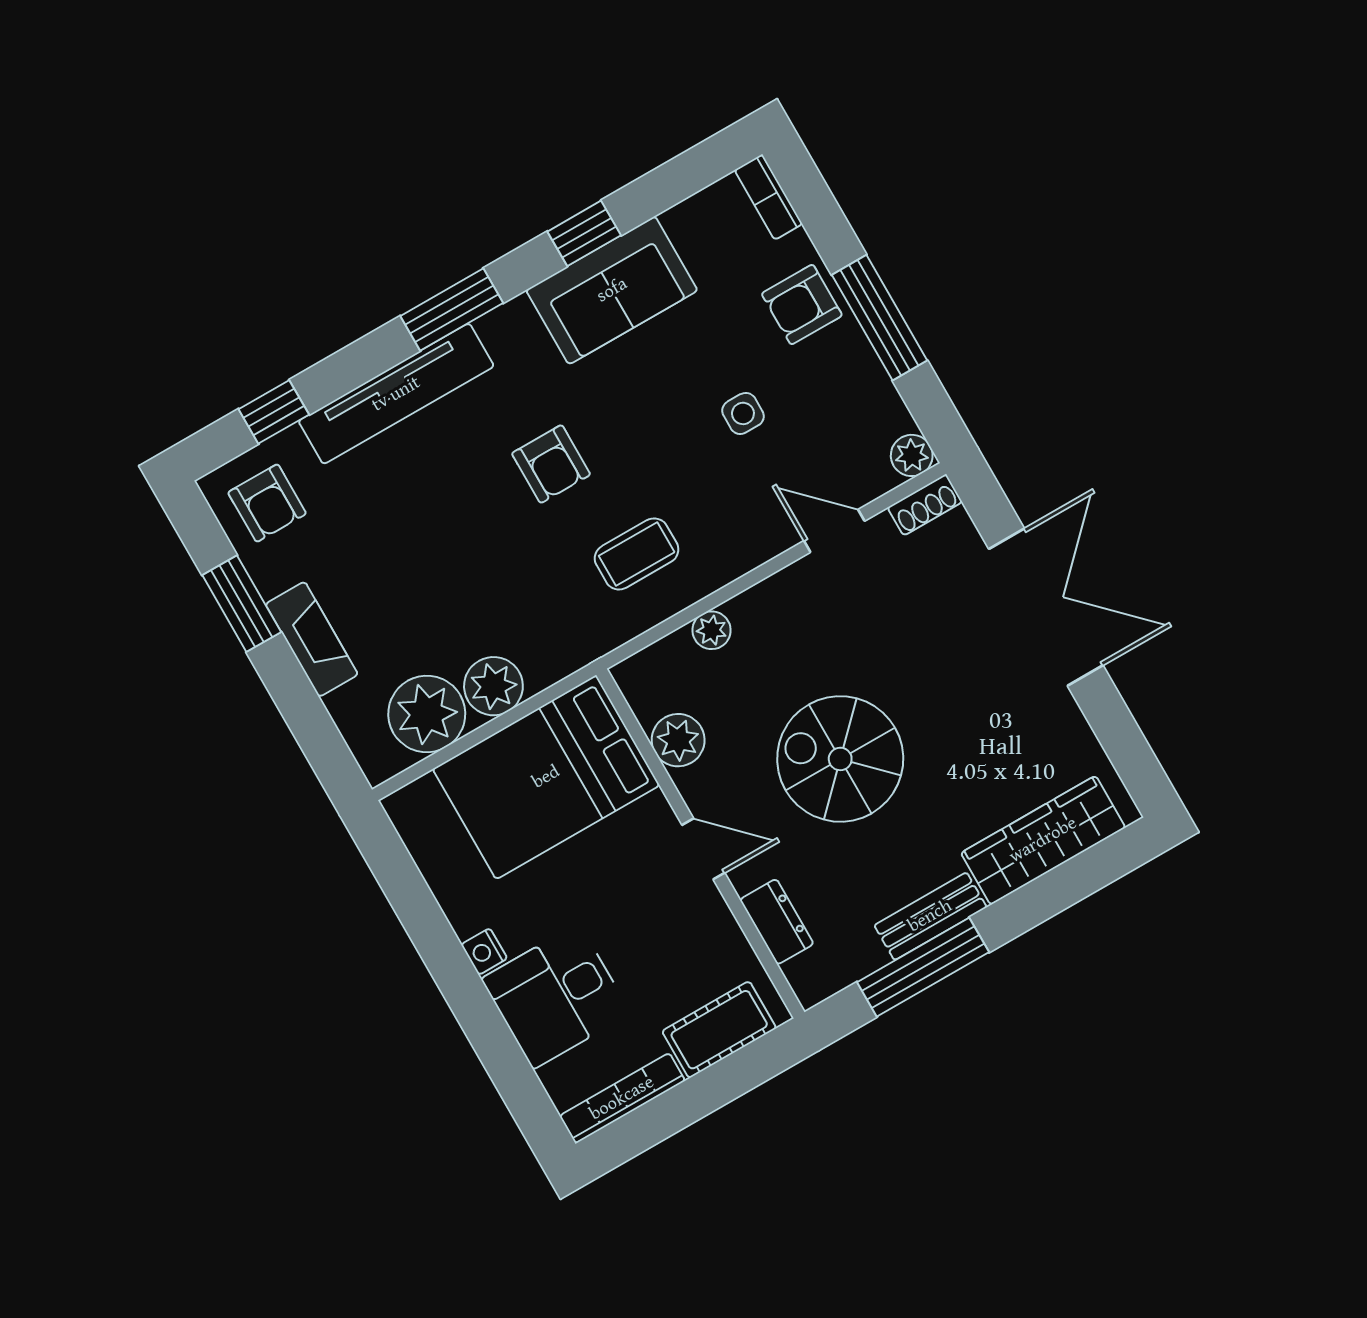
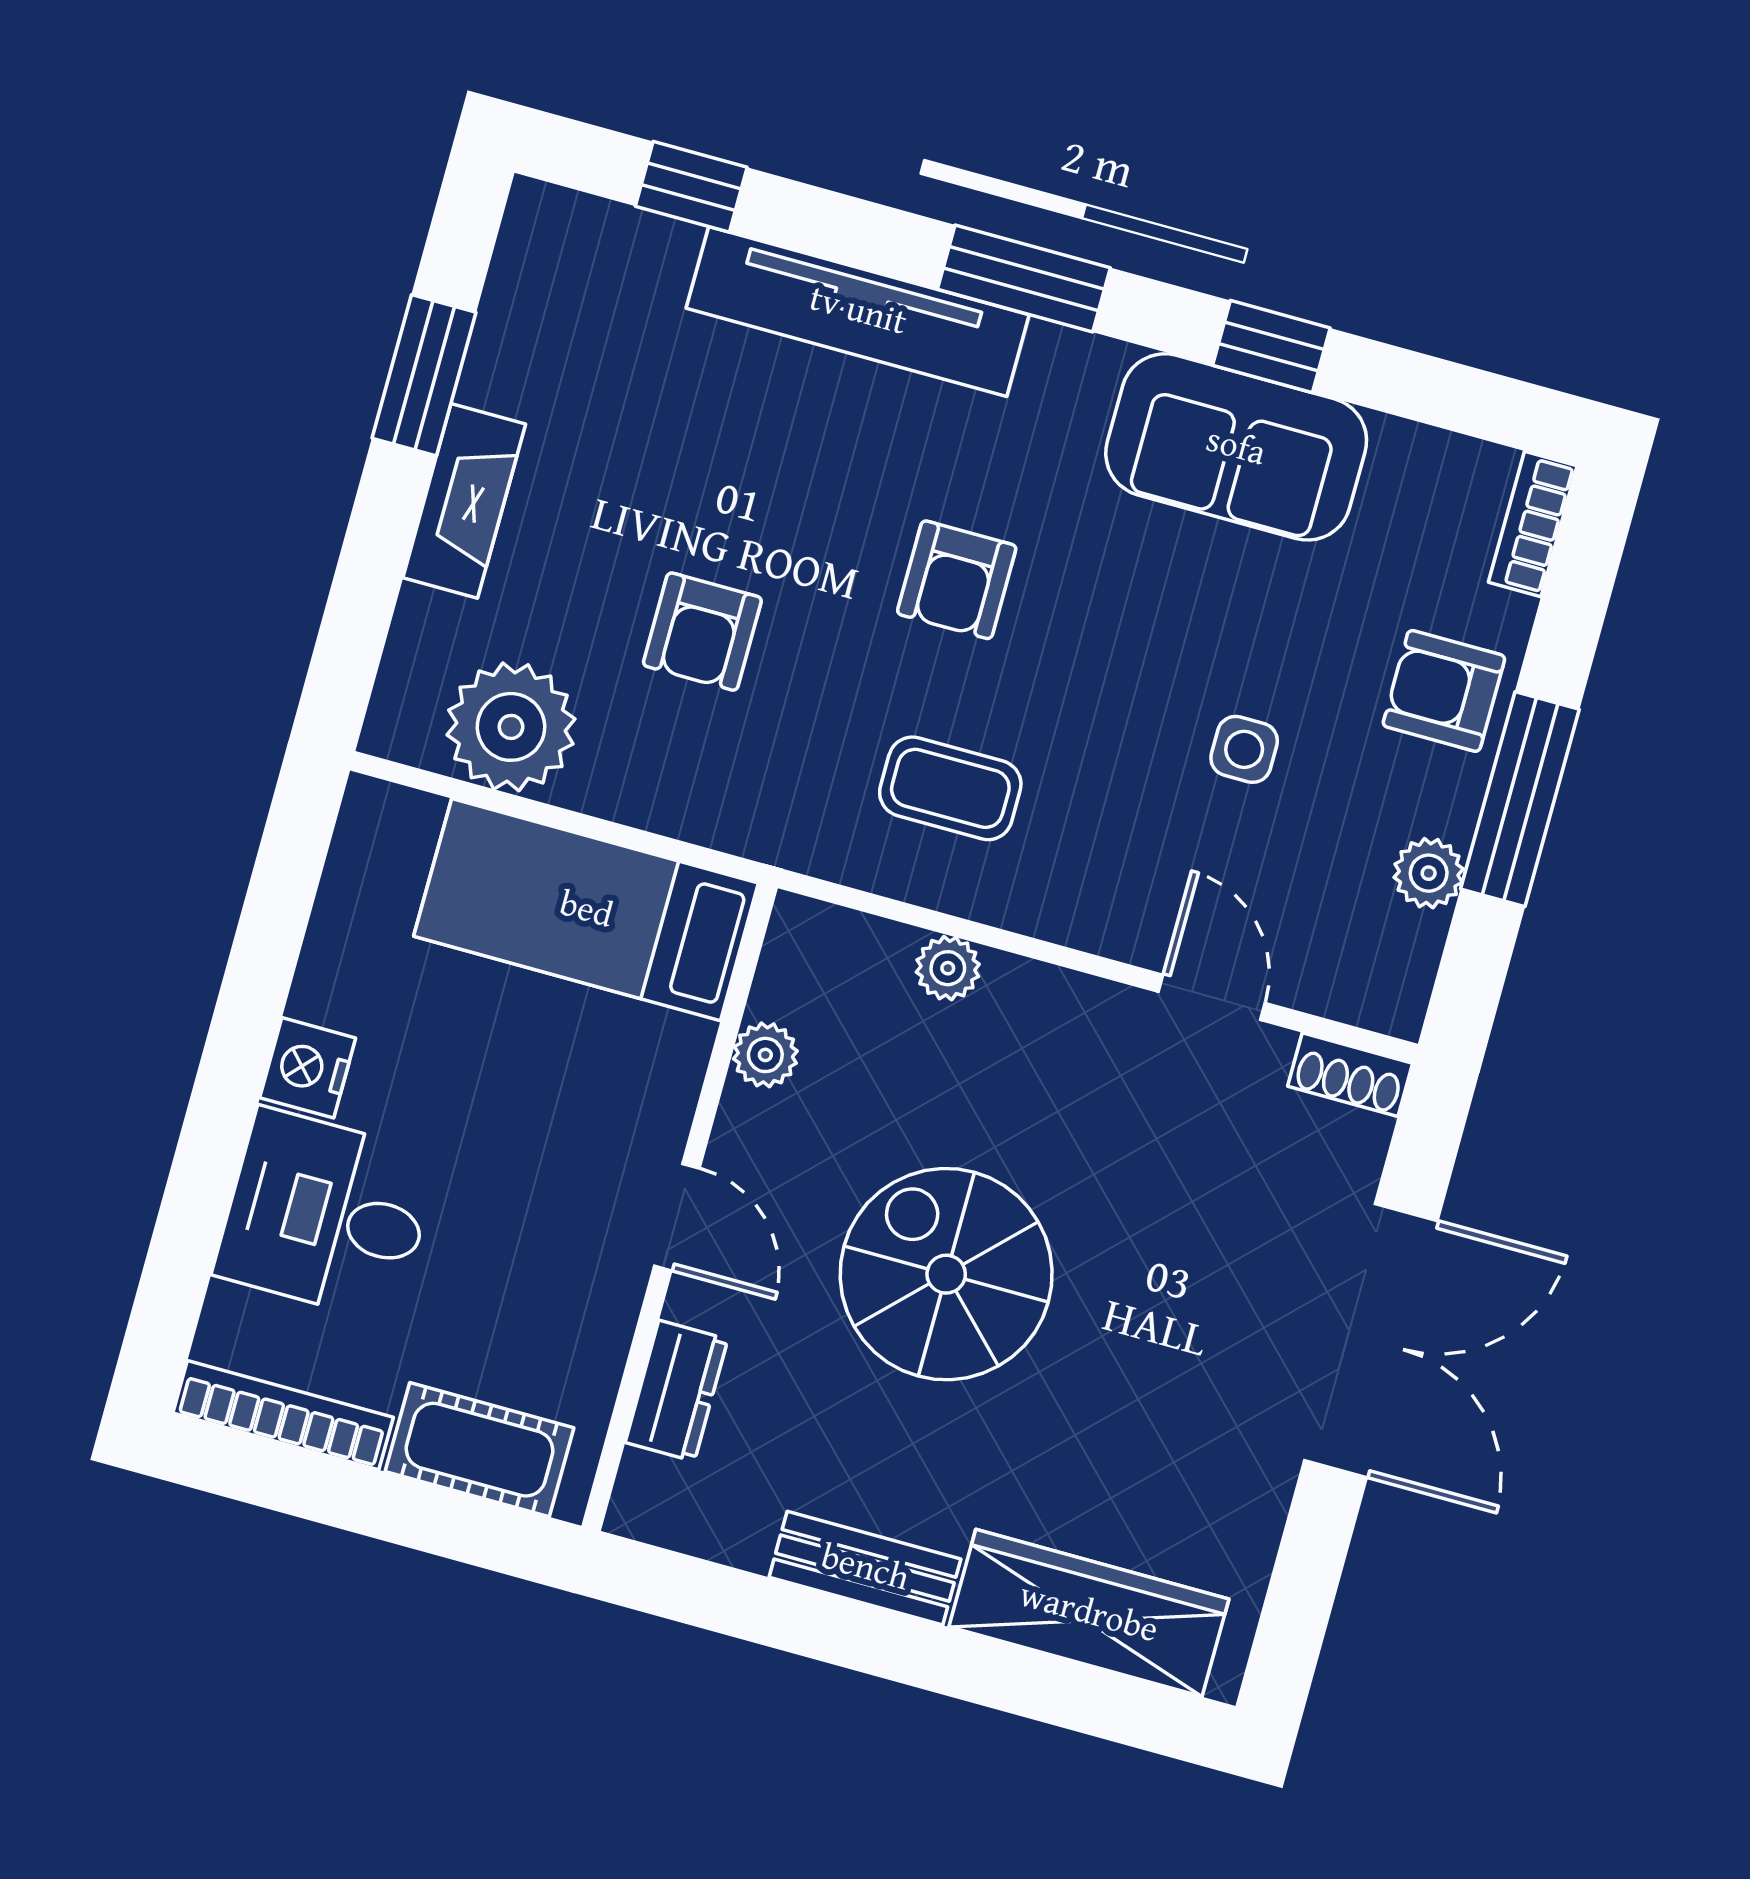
plant: (912, 455) -> (1429, 873), moved
armchair: (267, 503) -> (702, 632), moved
plant: (493, 686) -> (623, 774), removed
plant: (678, 740) -> (765, 1055), width x0.73, depth x0.73
bed: (546, 777) -> (586, 910), width x0.67
nightstand: (484, 952) -> (308, 1068), width x1.39, depth x1.35
window: (923, 967) -> (795, 1619), removed

